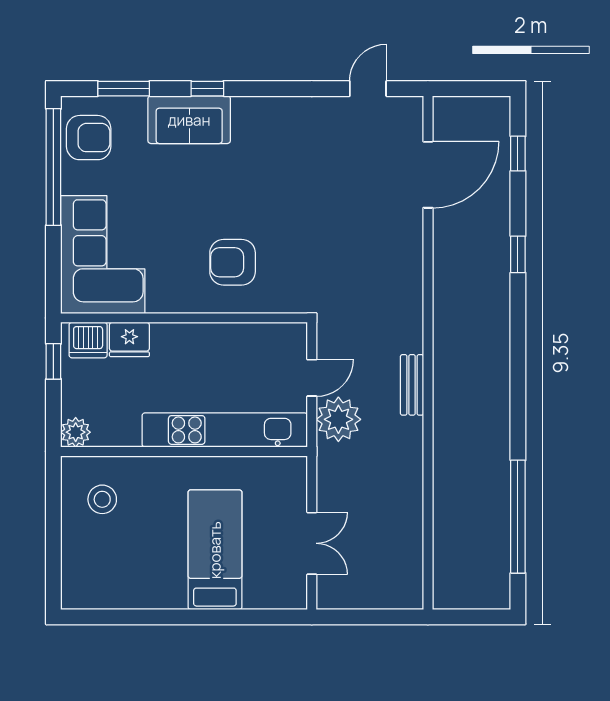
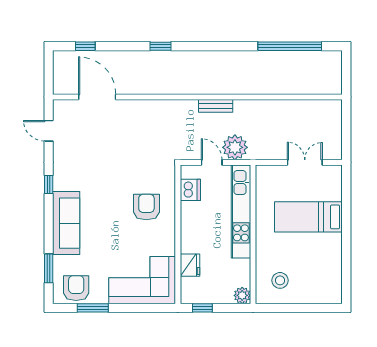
window: (207, 89) -> (49, 184), moved
sofa: (189, 120) -> (66, 223), width x1.36
window: (53, 167) -> (93, 308), width x0.47
window: (518, 254) -> (160, 46), moved
armchair: (233, 262) -> (146, 207), turned 180
dishwasher: (88, 340) -> (190, 190), moved

